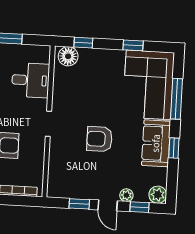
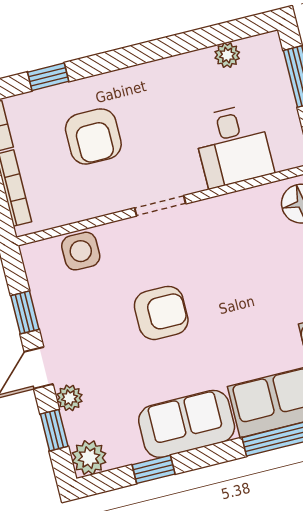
armchair: (100, 139) -> (161, 313), turned 90
window: (174, 148) -> (154, 469), moved
side table: (58, 168) -> (81, 251), added

